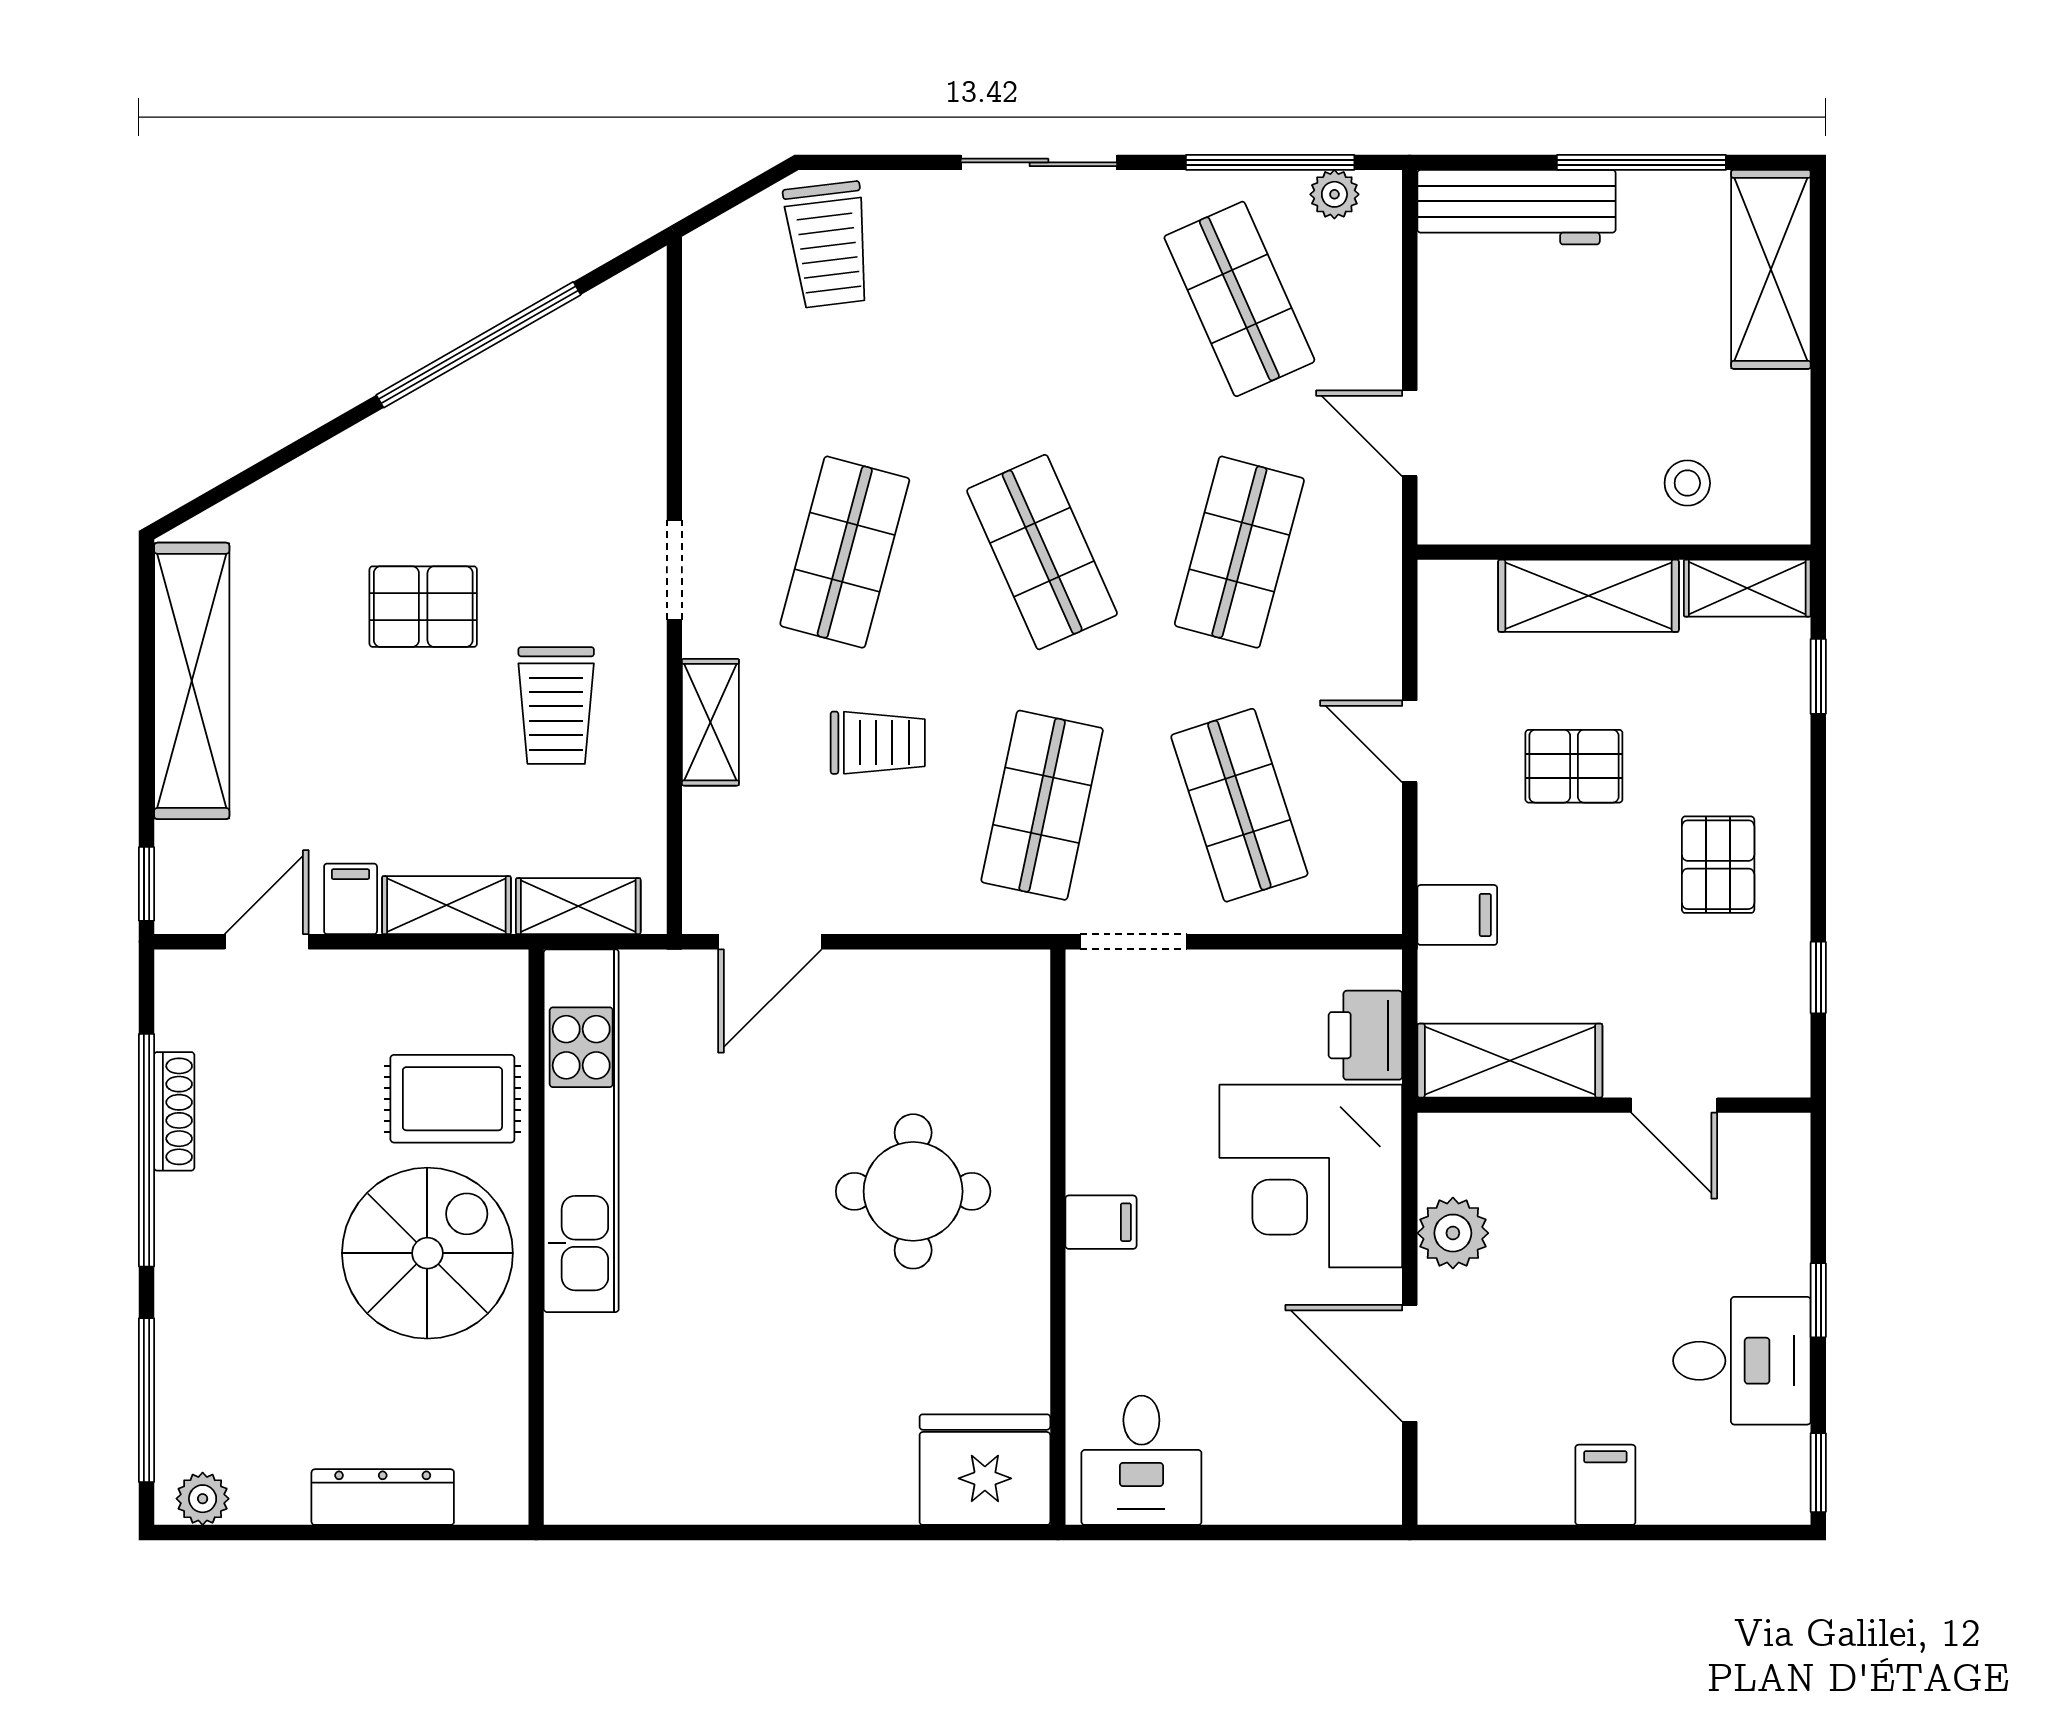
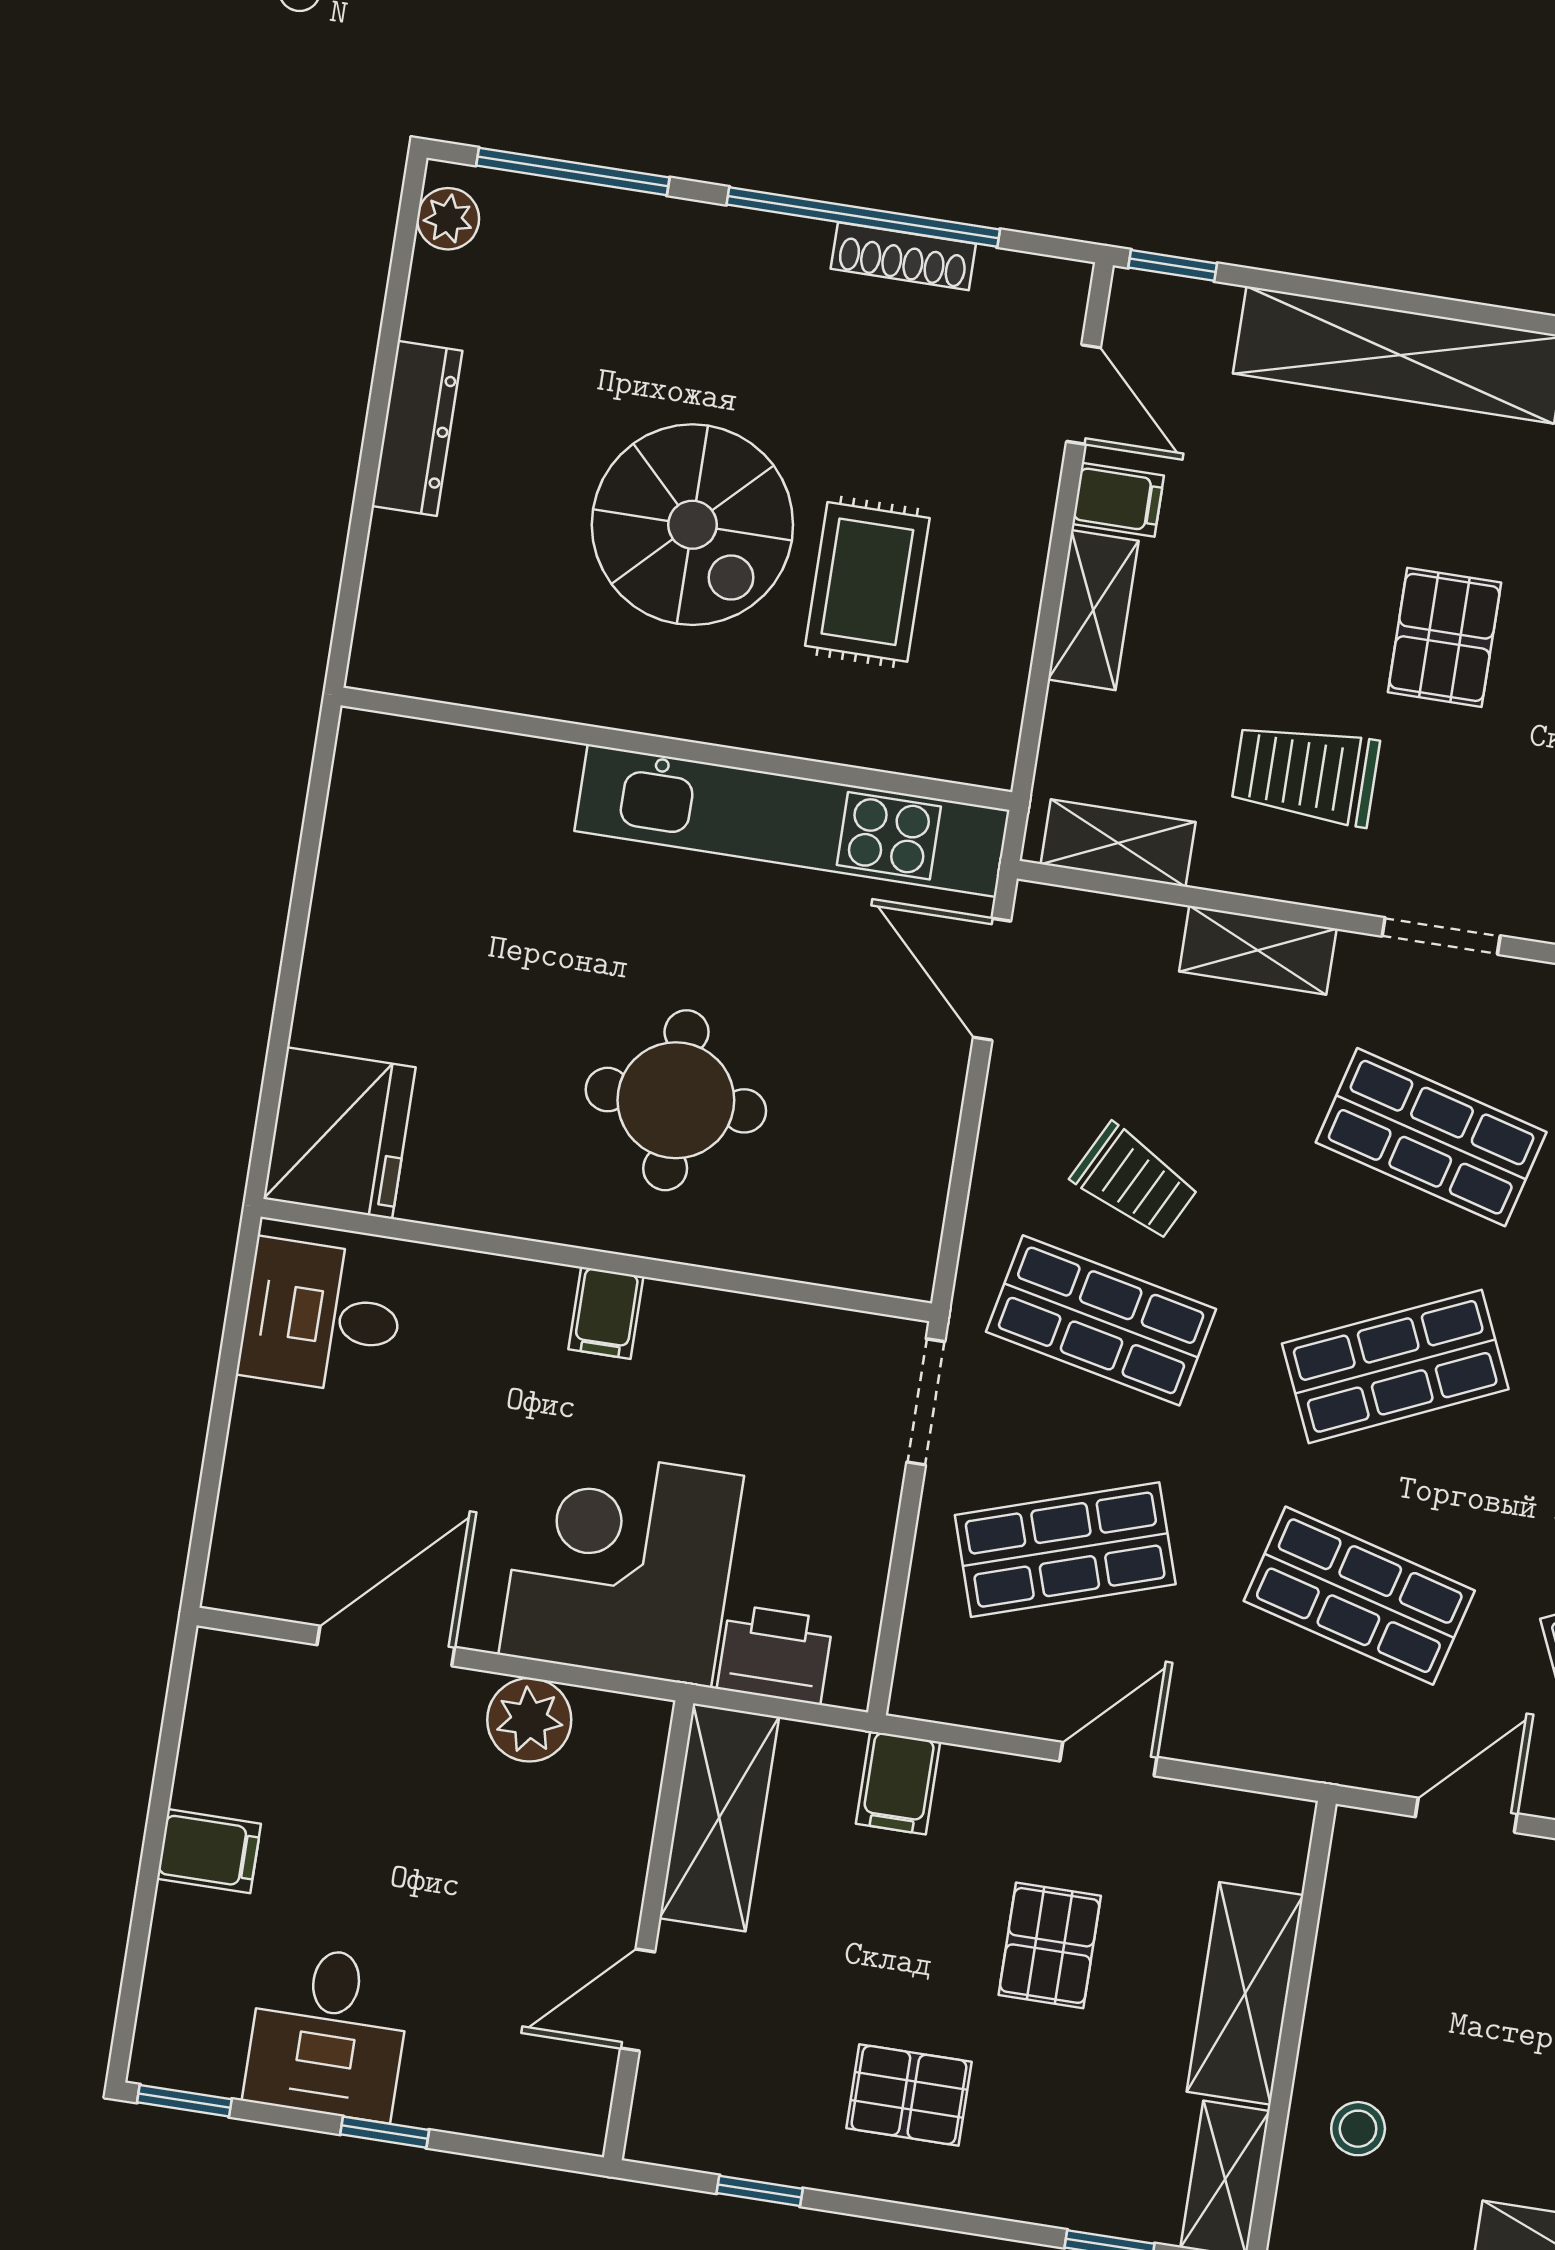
trolley: (878, 743) -> (1135, 1182), moved, turned -63
shelving: (578, 906) -> (1118, 843), moved, turned 90
kitchen unit: (581, 1131) -> (792, 821), moved
wall: (536, 1237) -> (676, 749), moved

